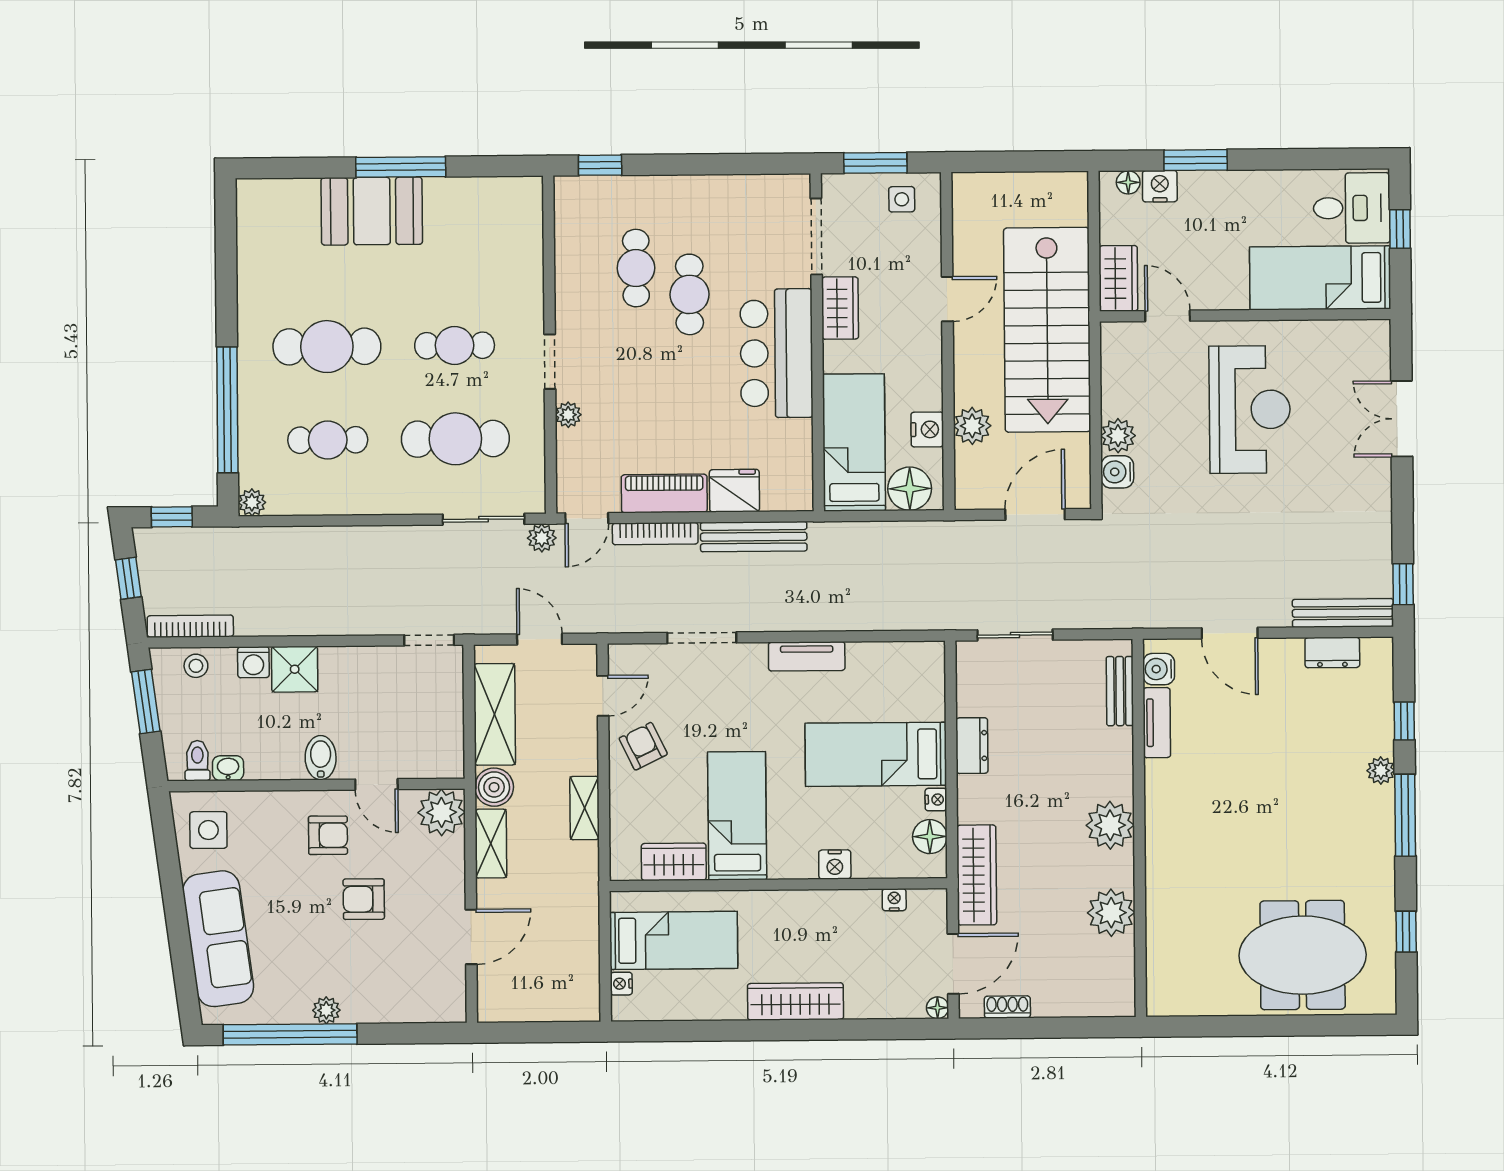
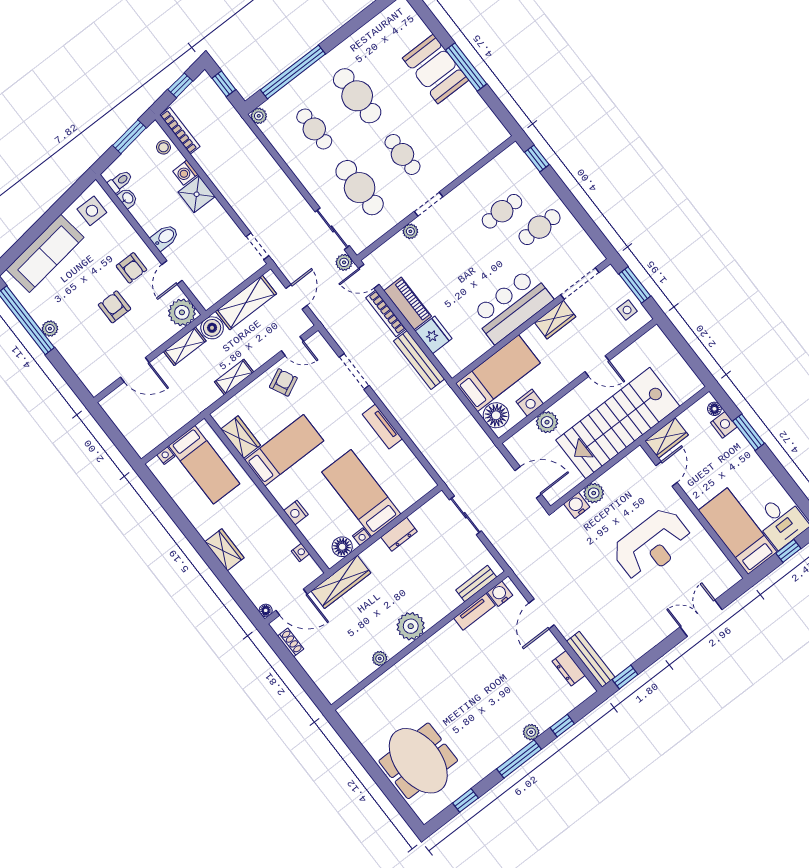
cafe table: (690, 294) -> (540, 227), moved
plant: (1111, 913) -> (380, 659), width x0.53, depth x0.53
wardrobe: (795, 1001) -> (224, 550), width x0.67

